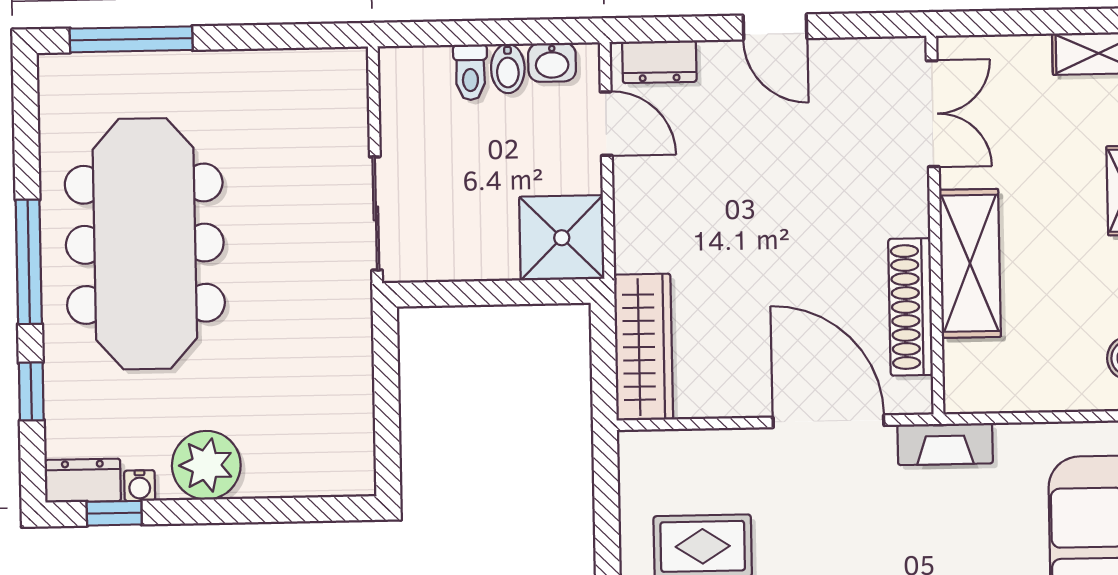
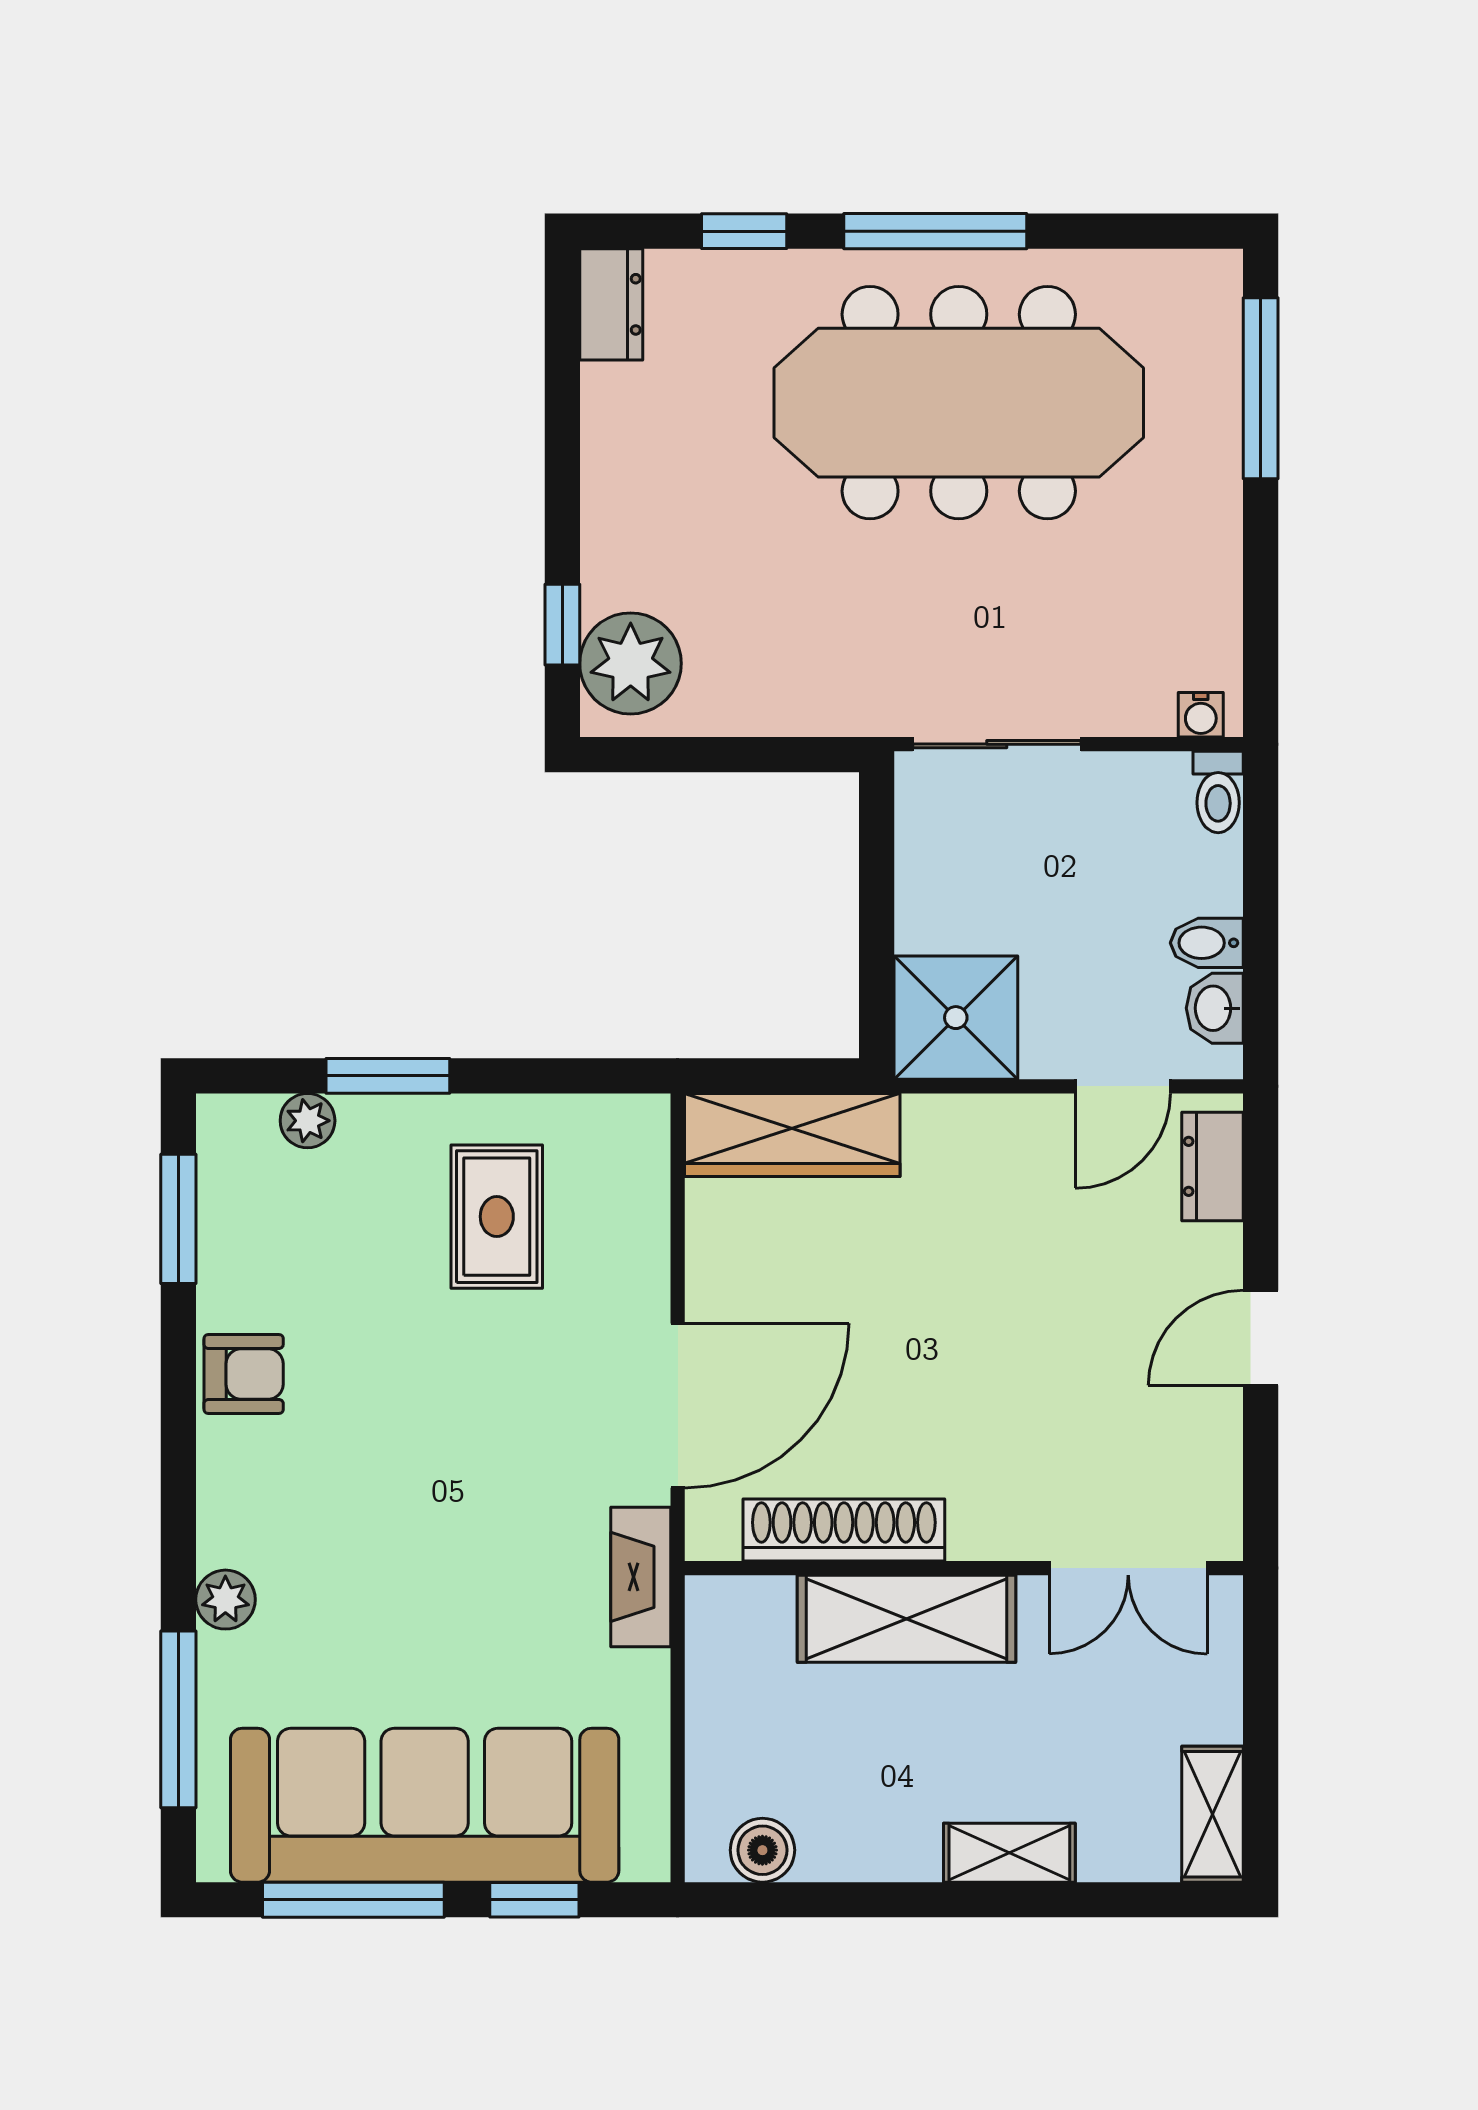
toilet: (470, 72) -> (1218, 792), moved, turned -90
plant: (206, 465) -> (631, 663), moved
water cooler: (140, 486) -> (1201, 715), moved, turned -90
window: (114, 513) -> (562, 625), moved

